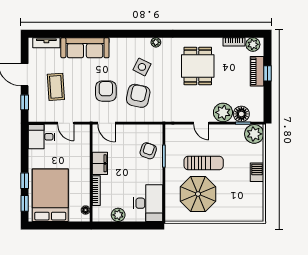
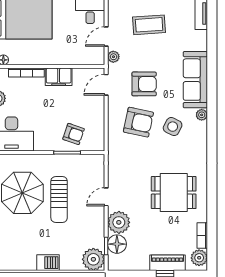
plant: (156, 42) -> (202, 115), moved
sofa: (85, 48) -> (195, 80), moved
plant: (83, 117) -> (113, 57), added

